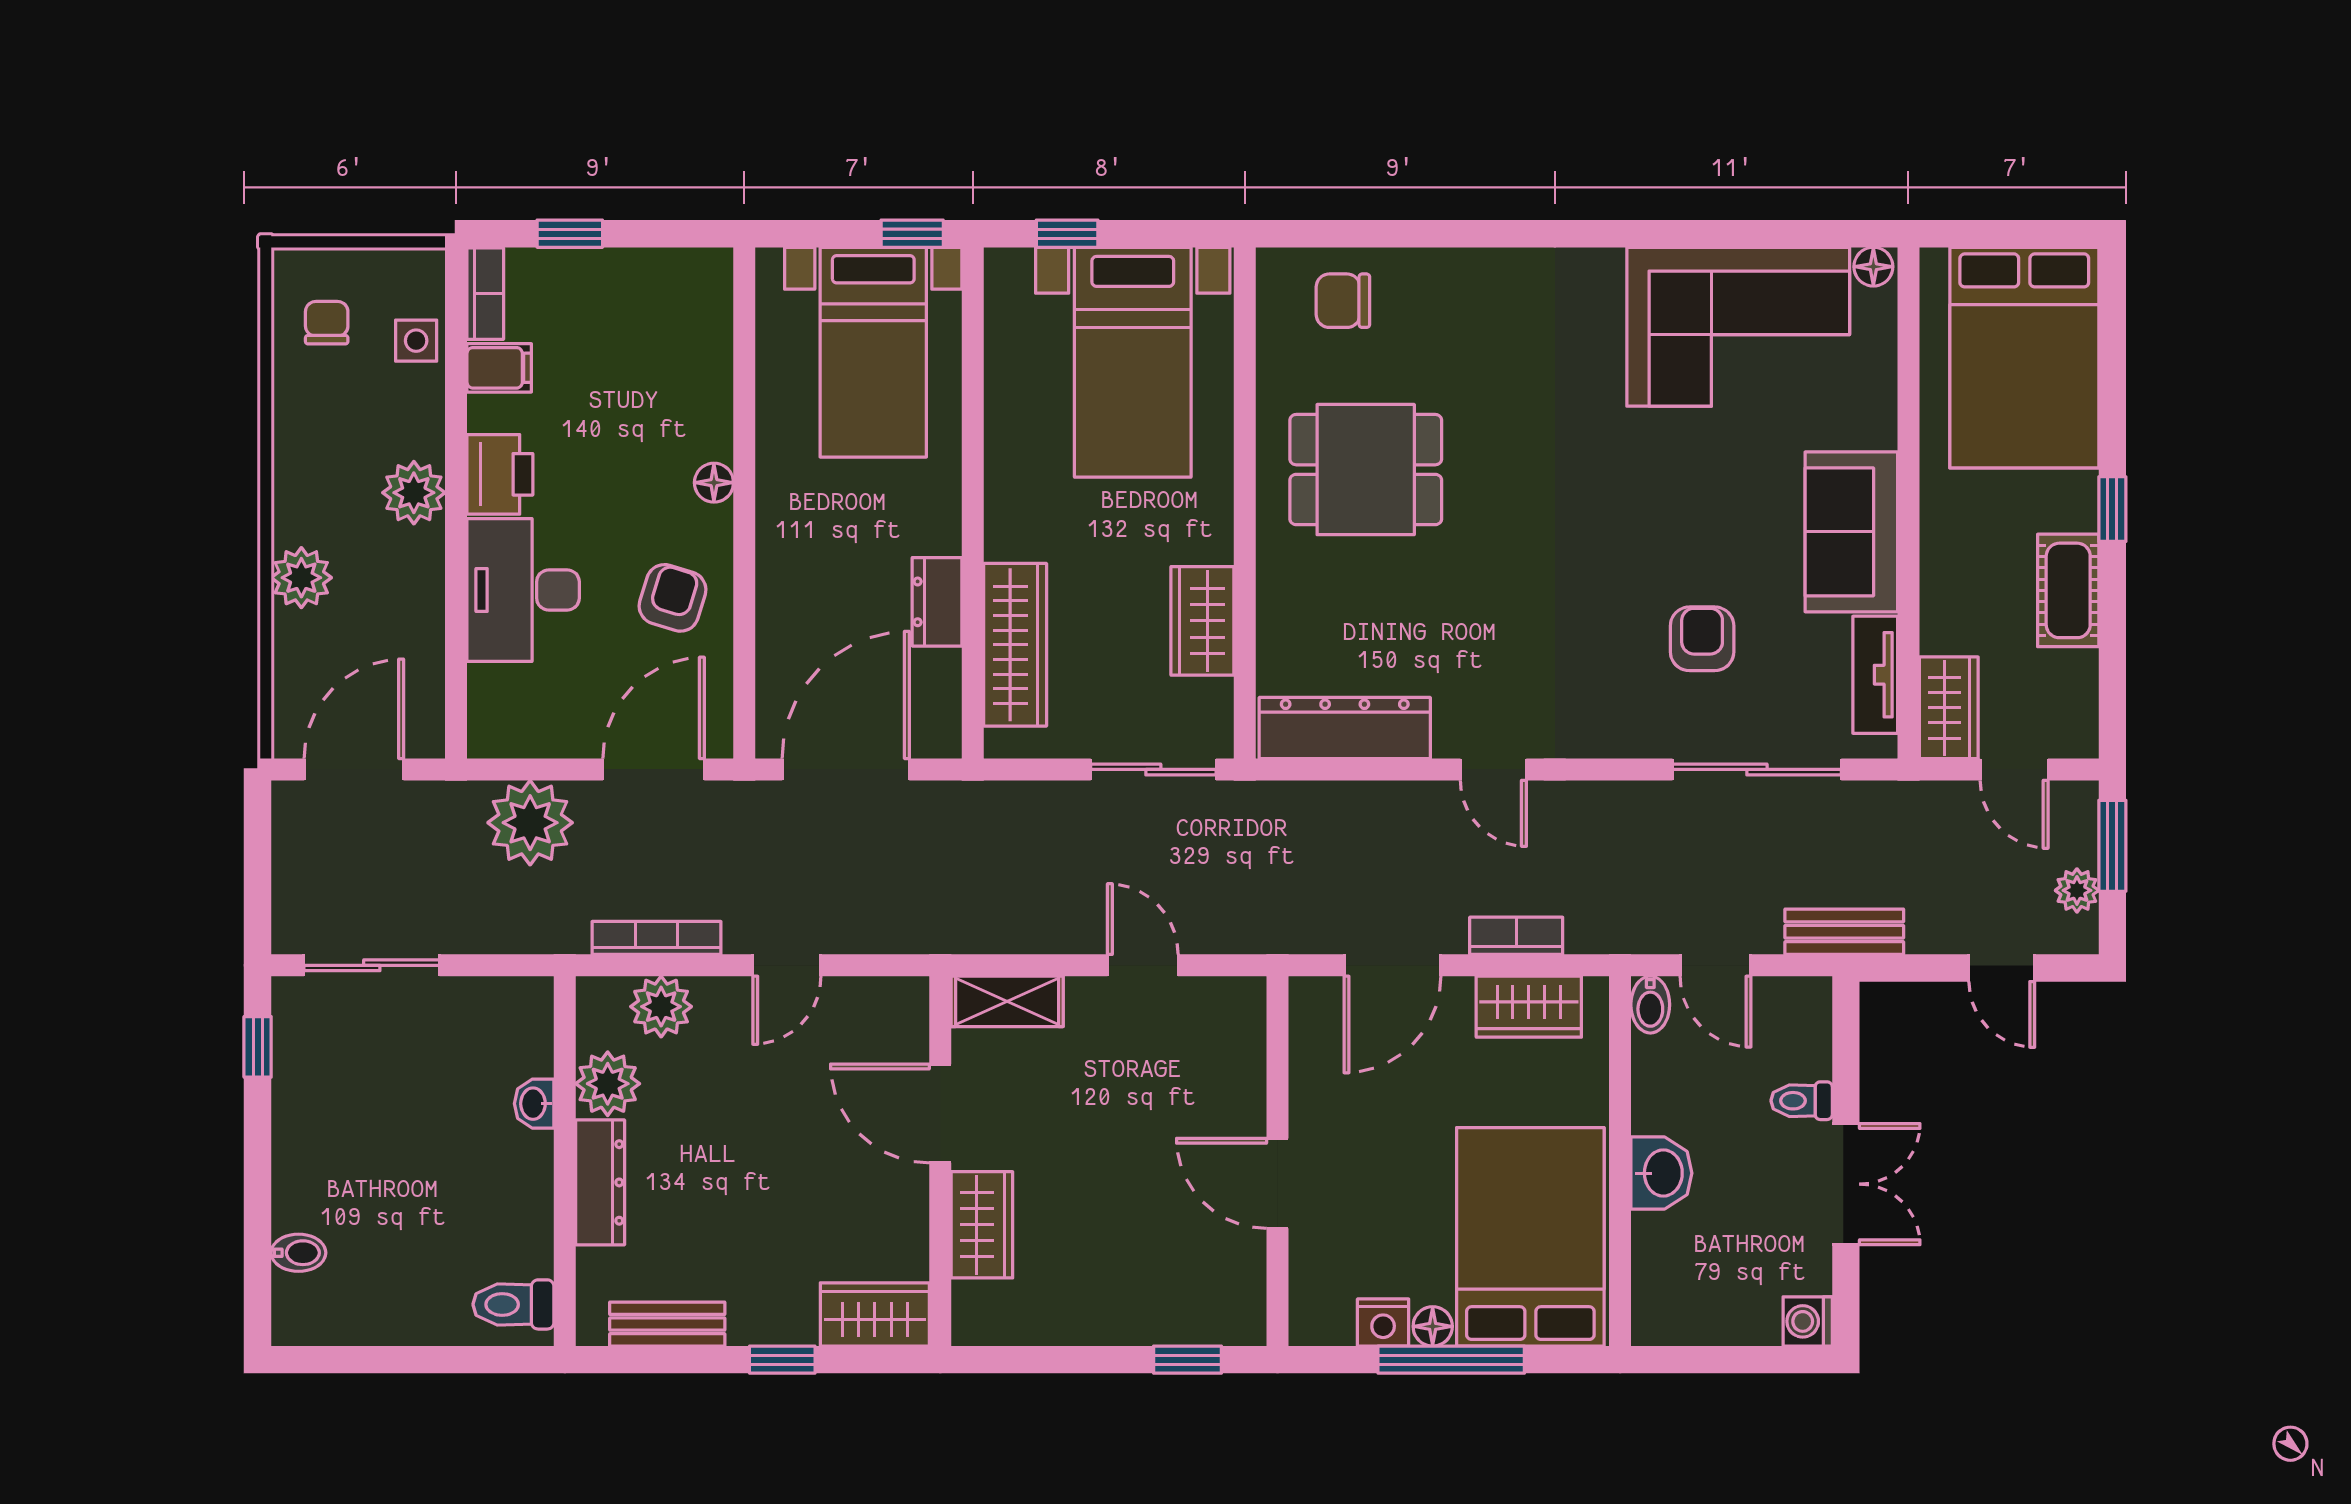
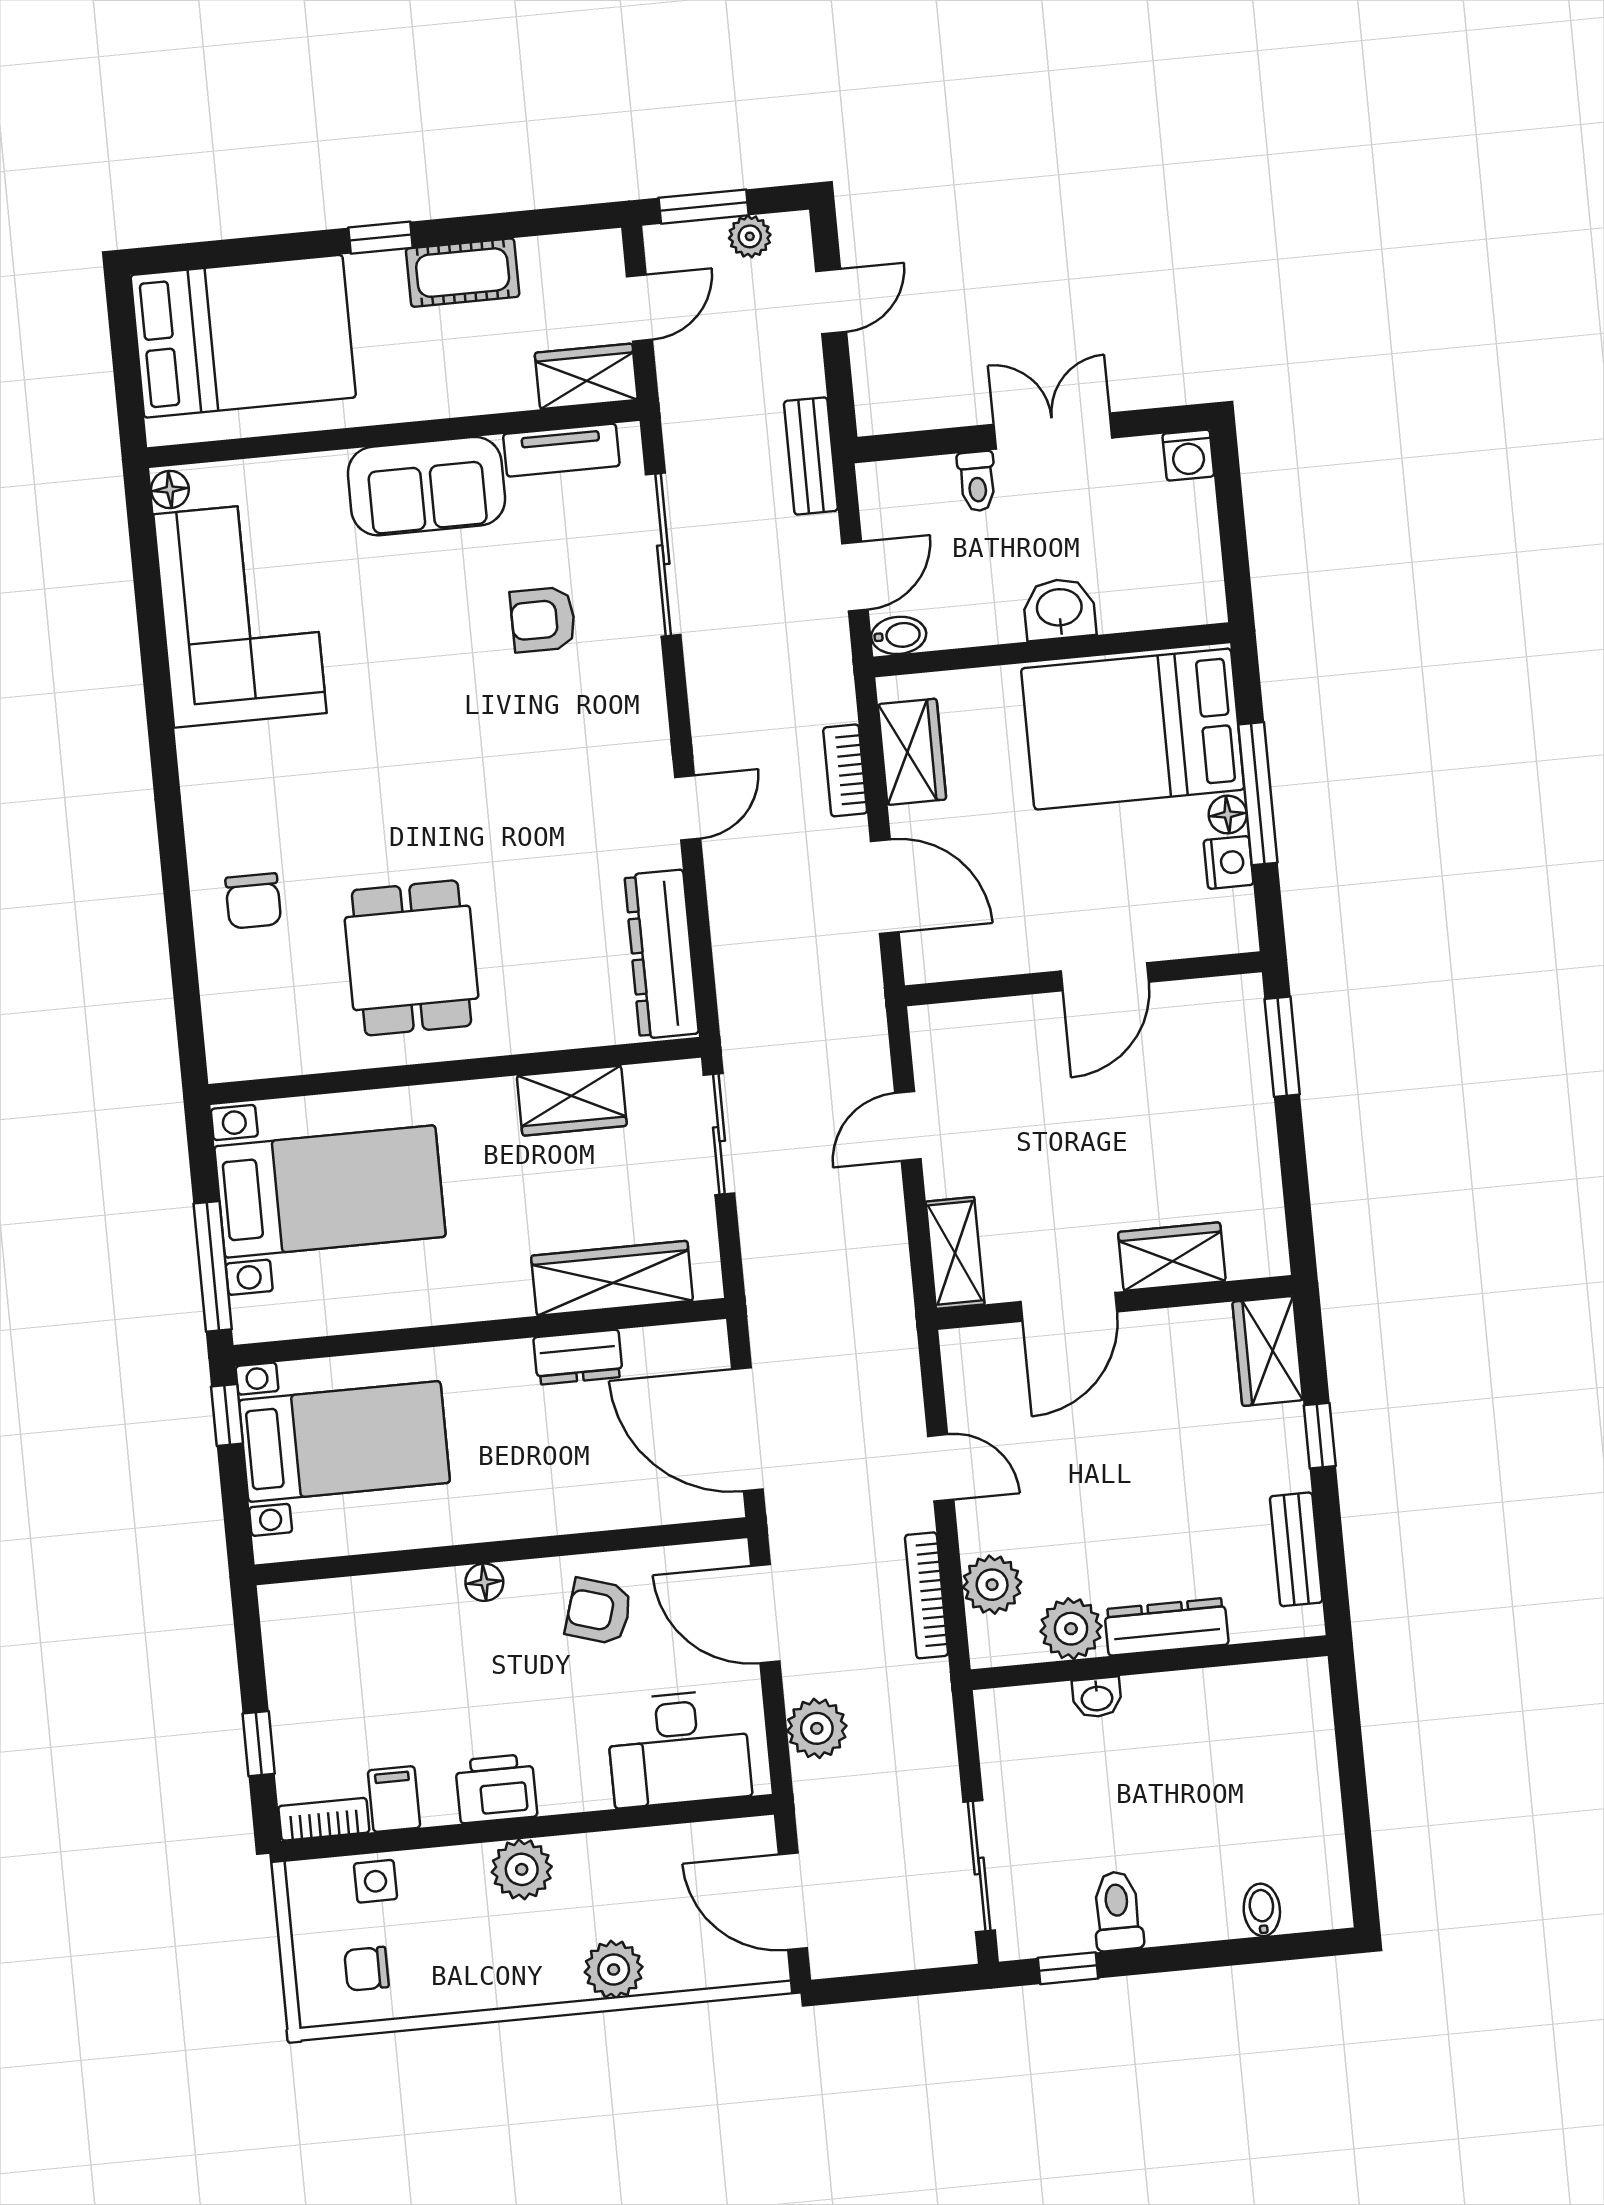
window: (1067, 234) -> (213, 1266), width x2.17
chair: (1343, 301) -> (253, 901), moved
desk: (523, 590) -> (679, 1748), moved
plant: (530, 823) -> (817, 1728), width x0.73, depth x0.73
toilet: (513, 1304) -> (1117, 1911), moved, turned 180
window: (1187, 1360) -> (1282, 1047), width x1.50

